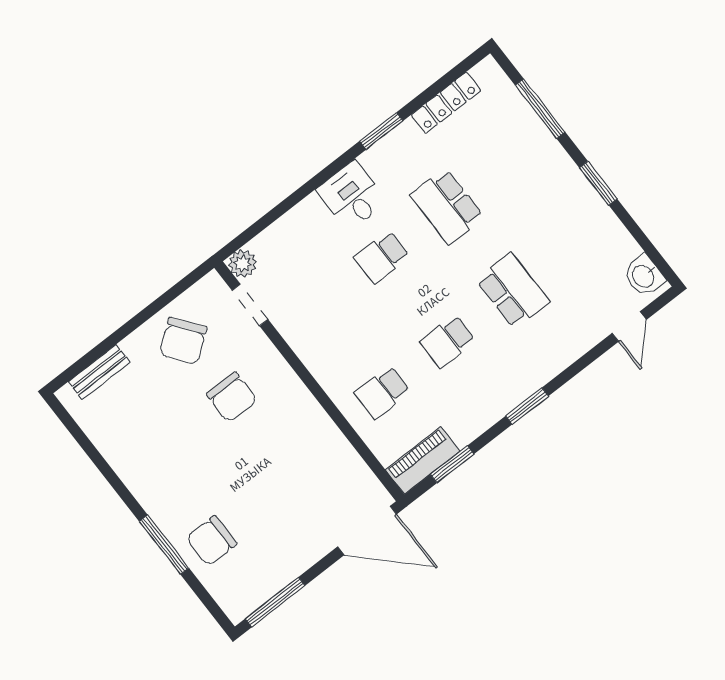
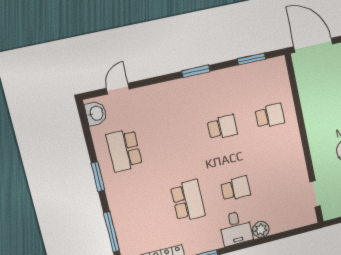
plant: (243, 264) -> (261, 230), moved
school desk: (513, 291) -> (124, 150), moved
piano: (423, 461) -> (266, 69), removed

